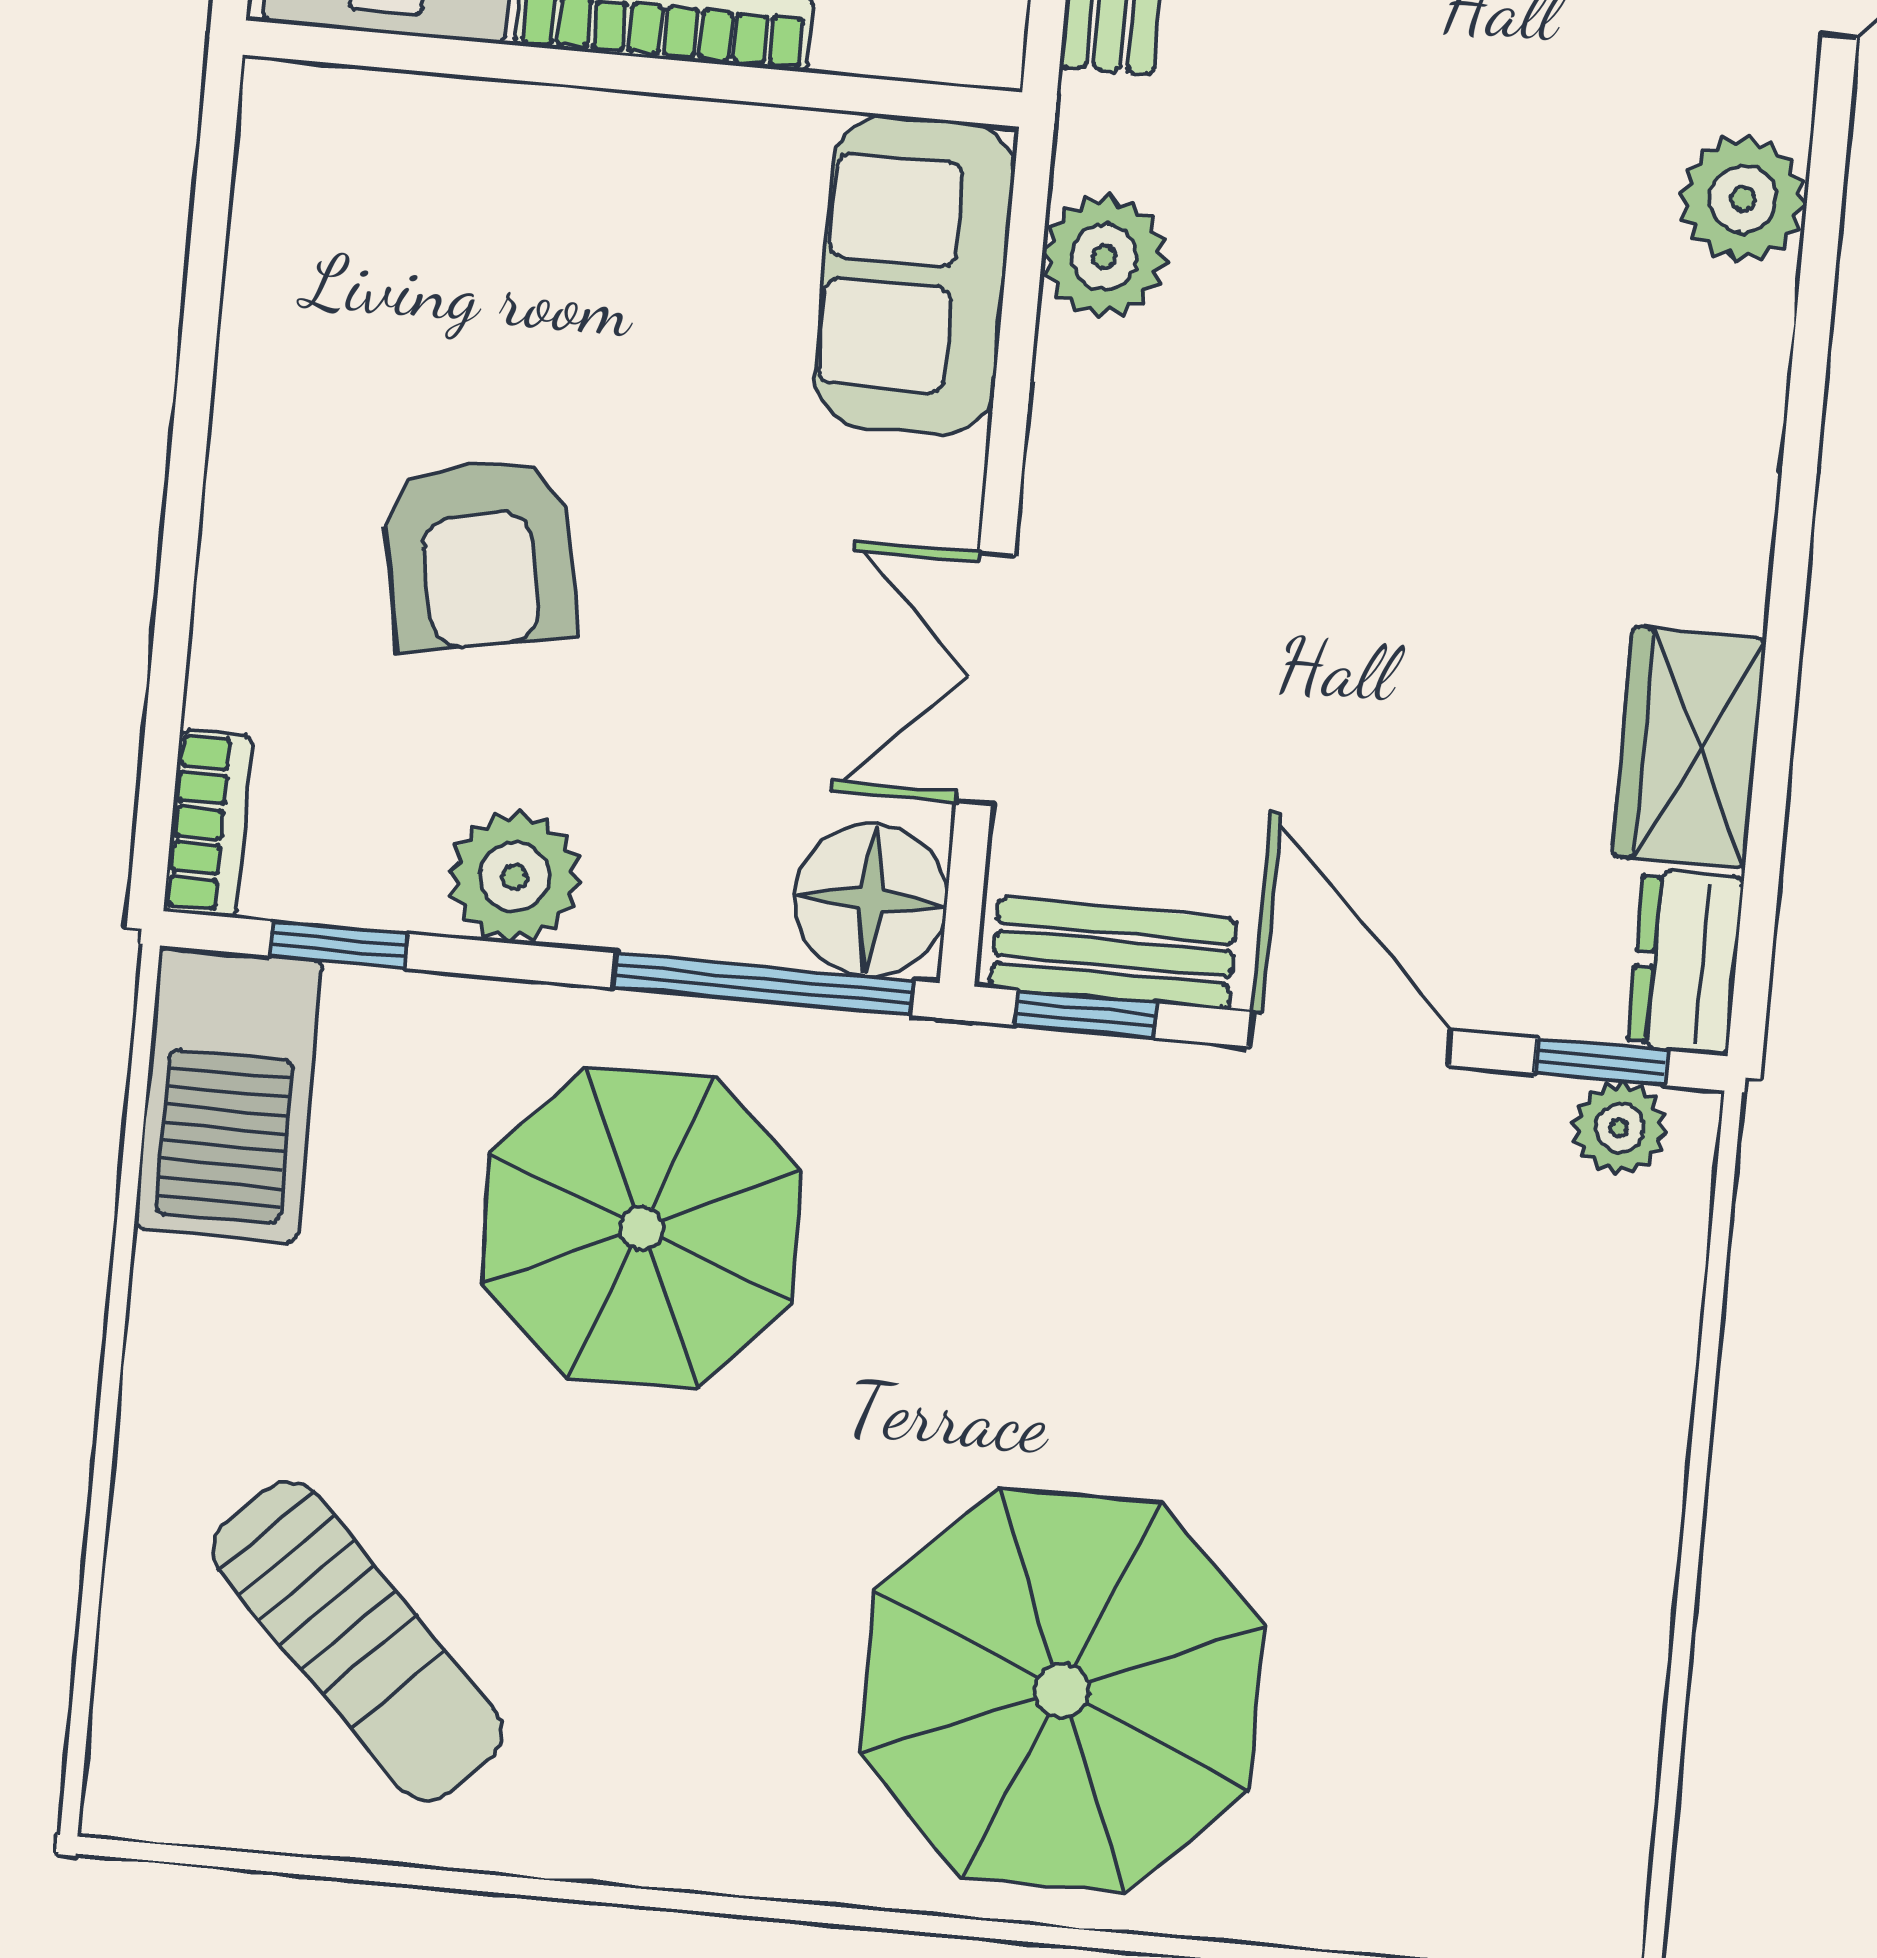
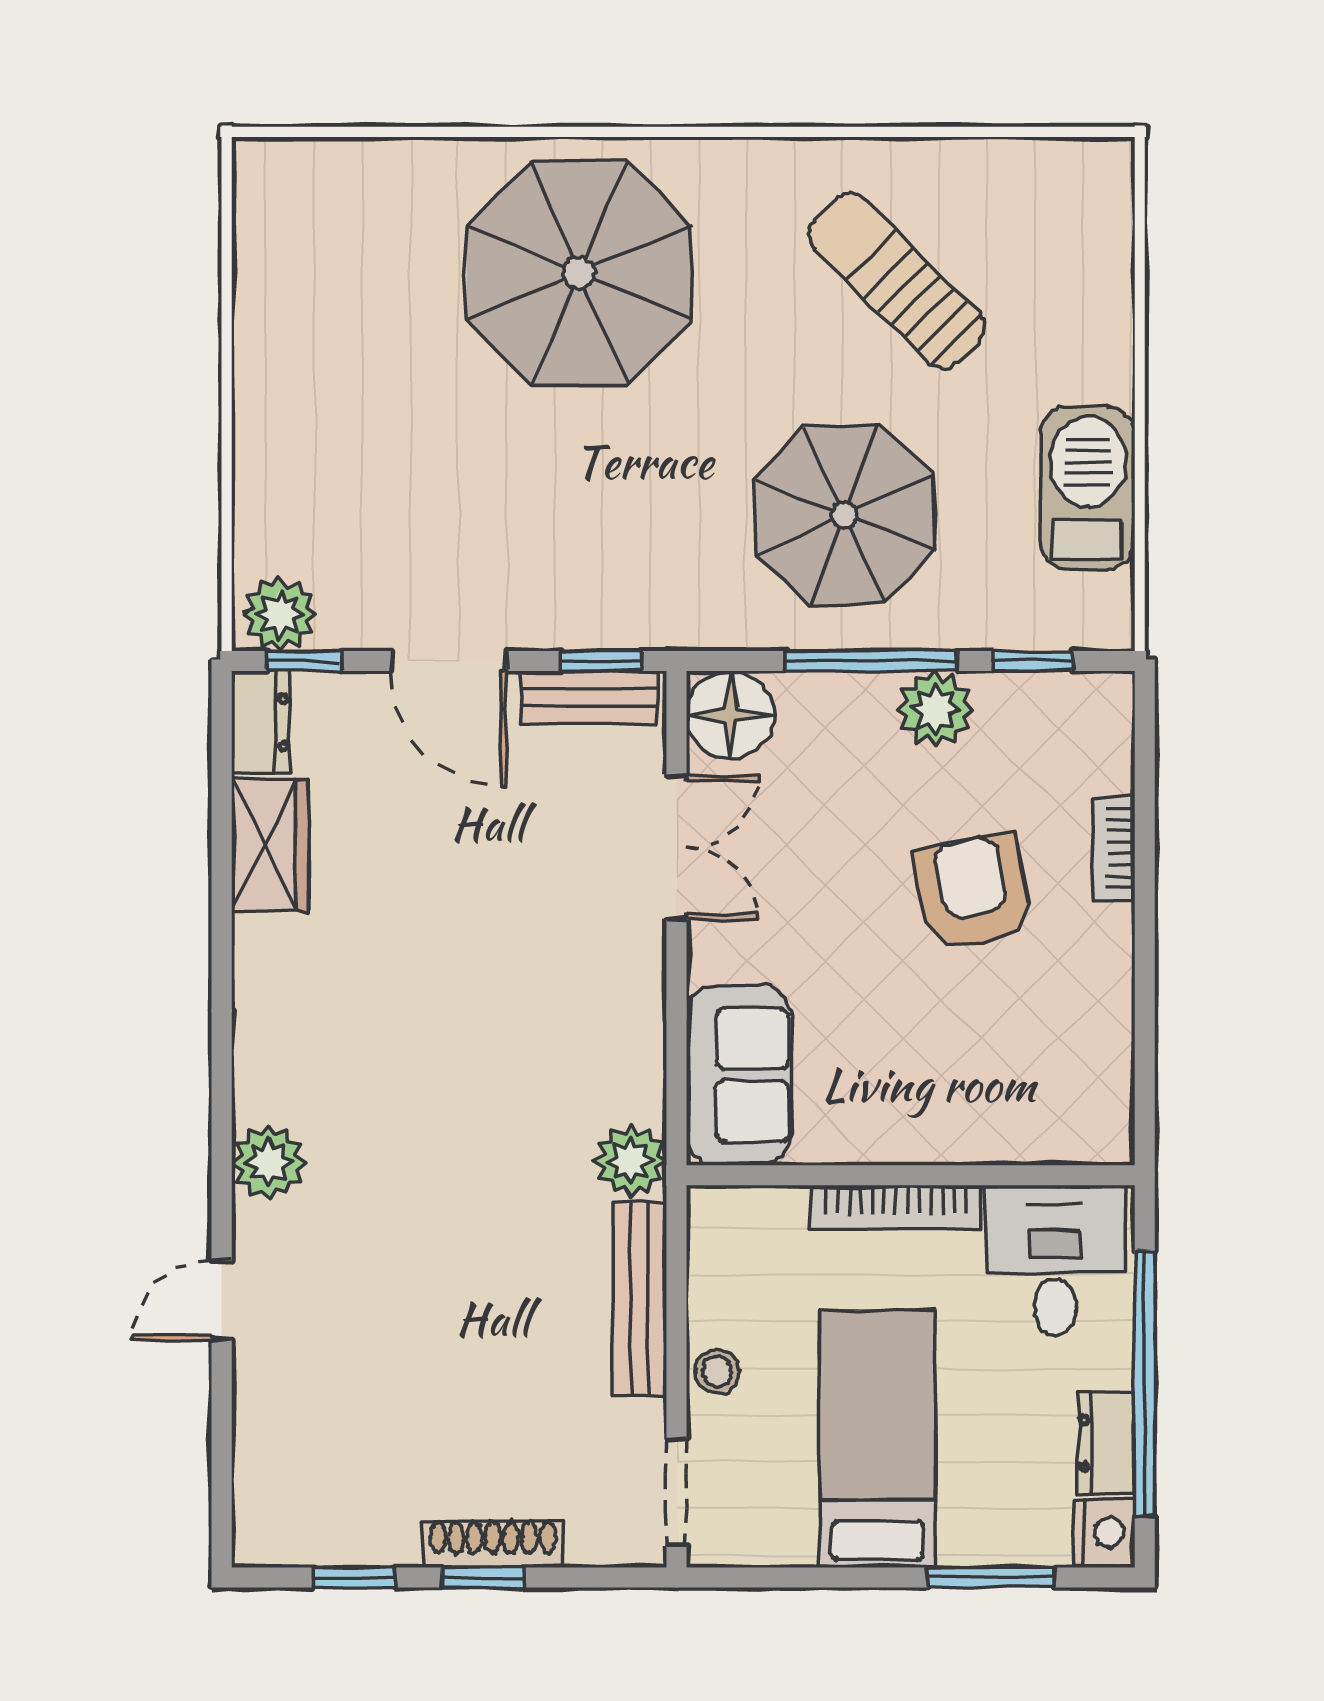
plant: (1104, 257) -> (631, 1161), moved
bookcase: (208, 824) -> (1114, 848), moved
window: (763, 984) -> (871, 661), moved
barbecue: (228, 1094) -> (1088, 488), moved
plant: (1619, 1128) -> (280, 614), width x1.38, depth x1.38
sun lounger: (358, 1641) -> (897, 281), moved

